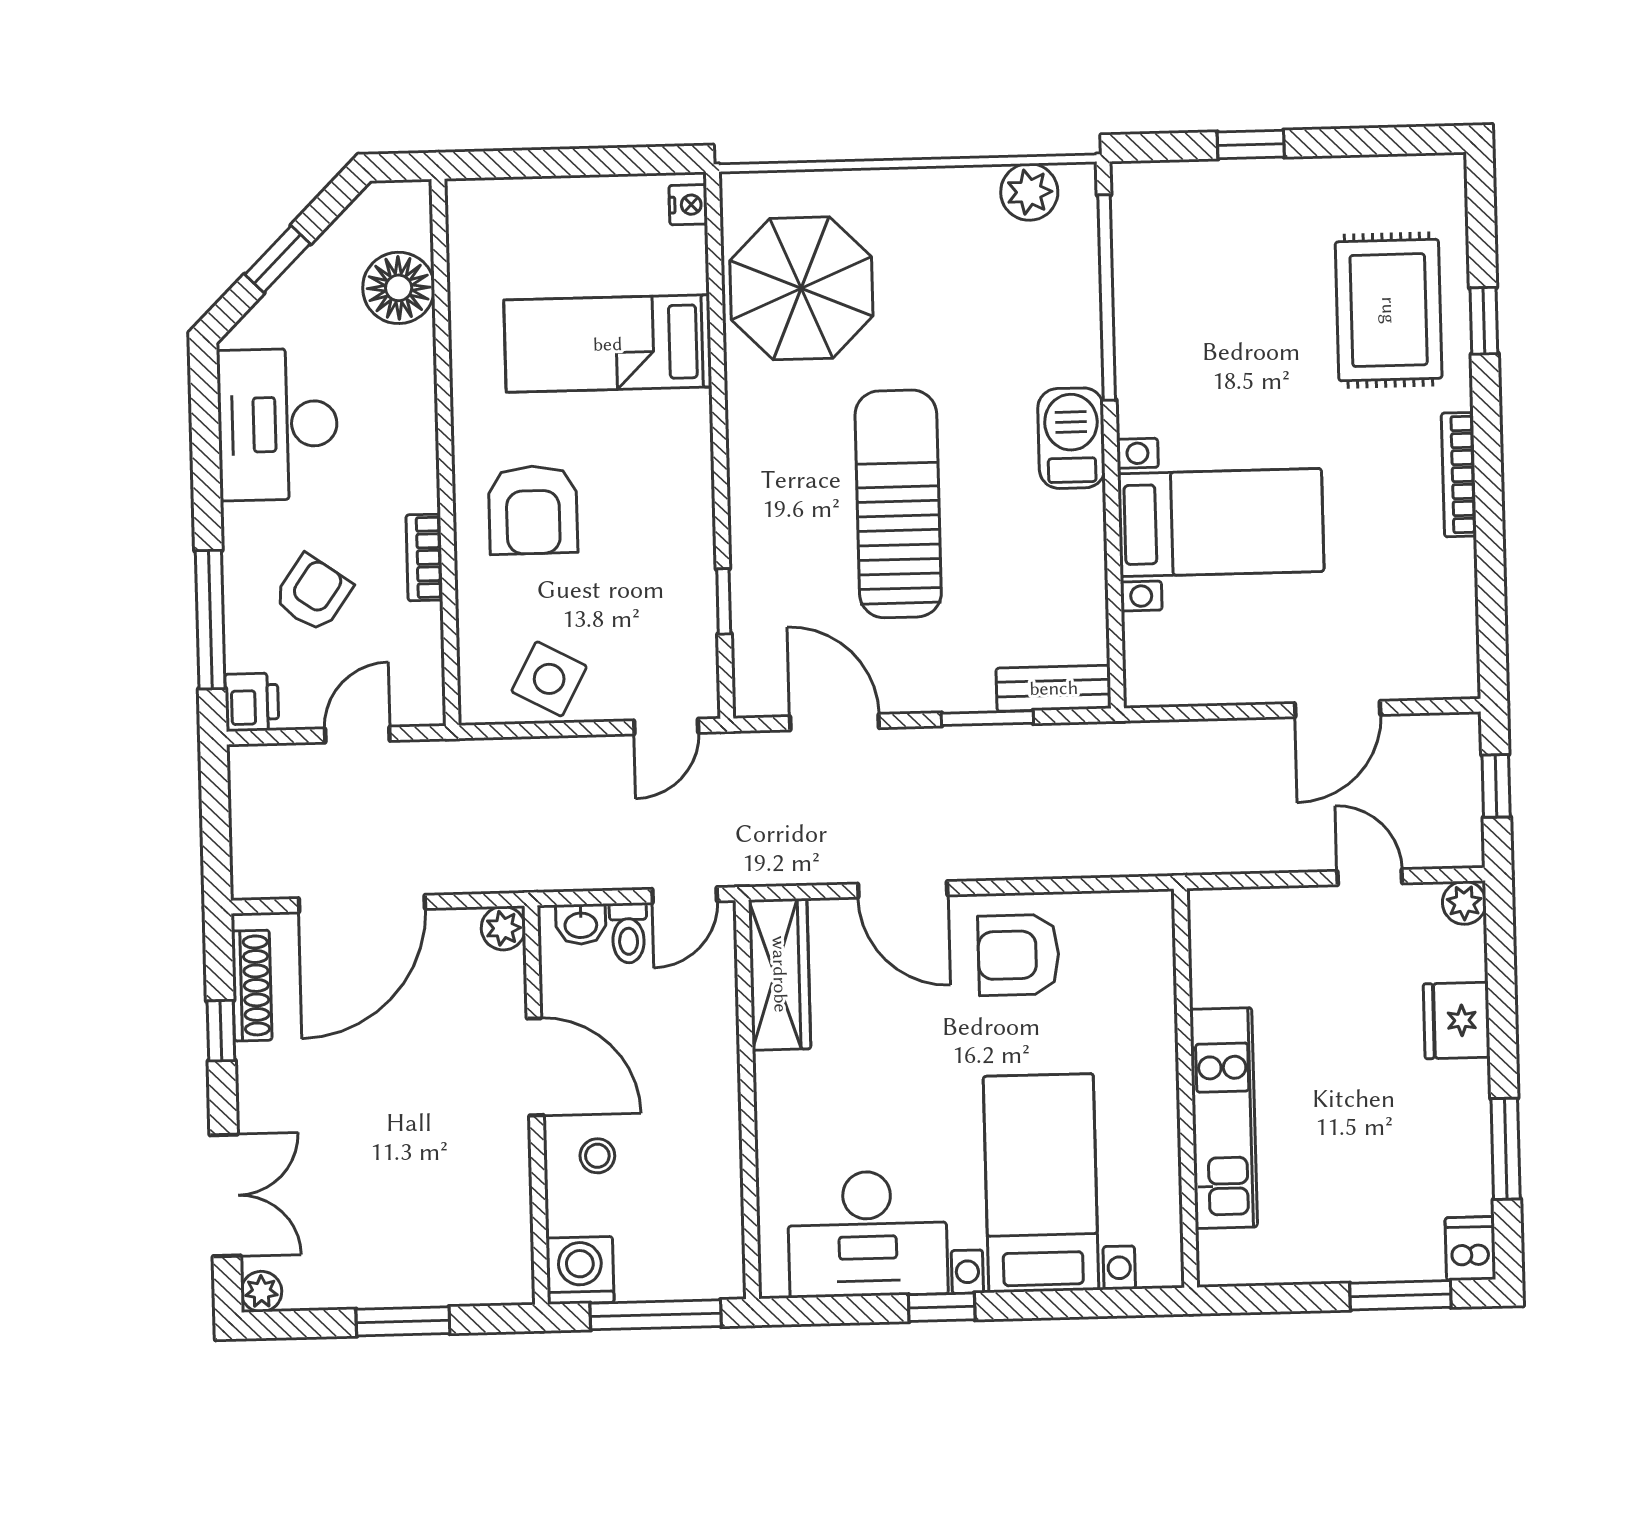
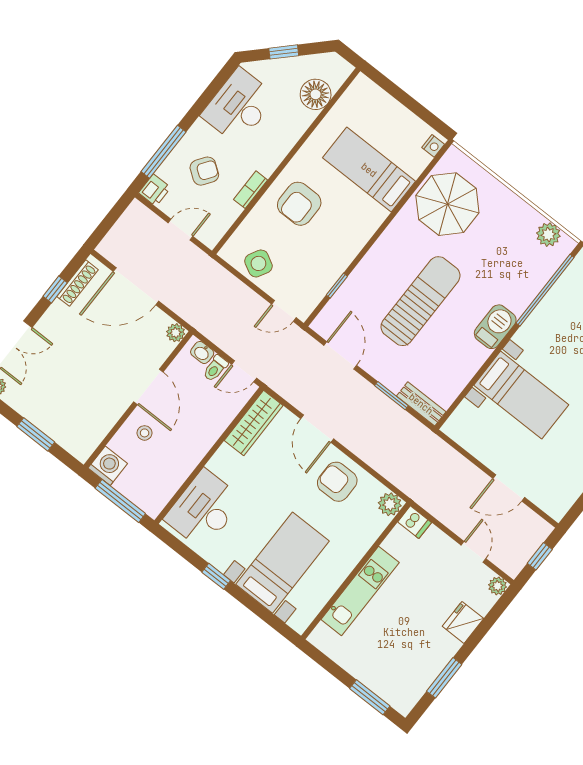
plant: (1147, 917) -> (390, 504), added
desk: (868, 1234) -> (204, 509), moved, turned 90
dishwasher: (1470, 1249) -> (415, 522), moved, turned 90

